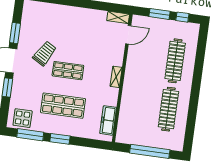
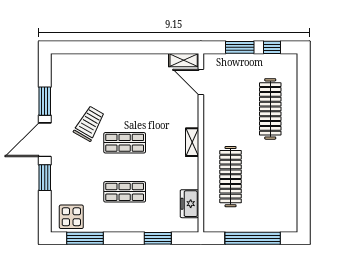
door: (128, 35) -> (201, 82), swing flipped
shop shelf: (63, 106) -> (125, 192), width x0.70, depth x0.74
clothes rail: (168, 109) -> (231, 177), moved
freezer: (108, 120) -> (189, 204), width x0.71
window: (60, 139) -> (158, 238), moved

